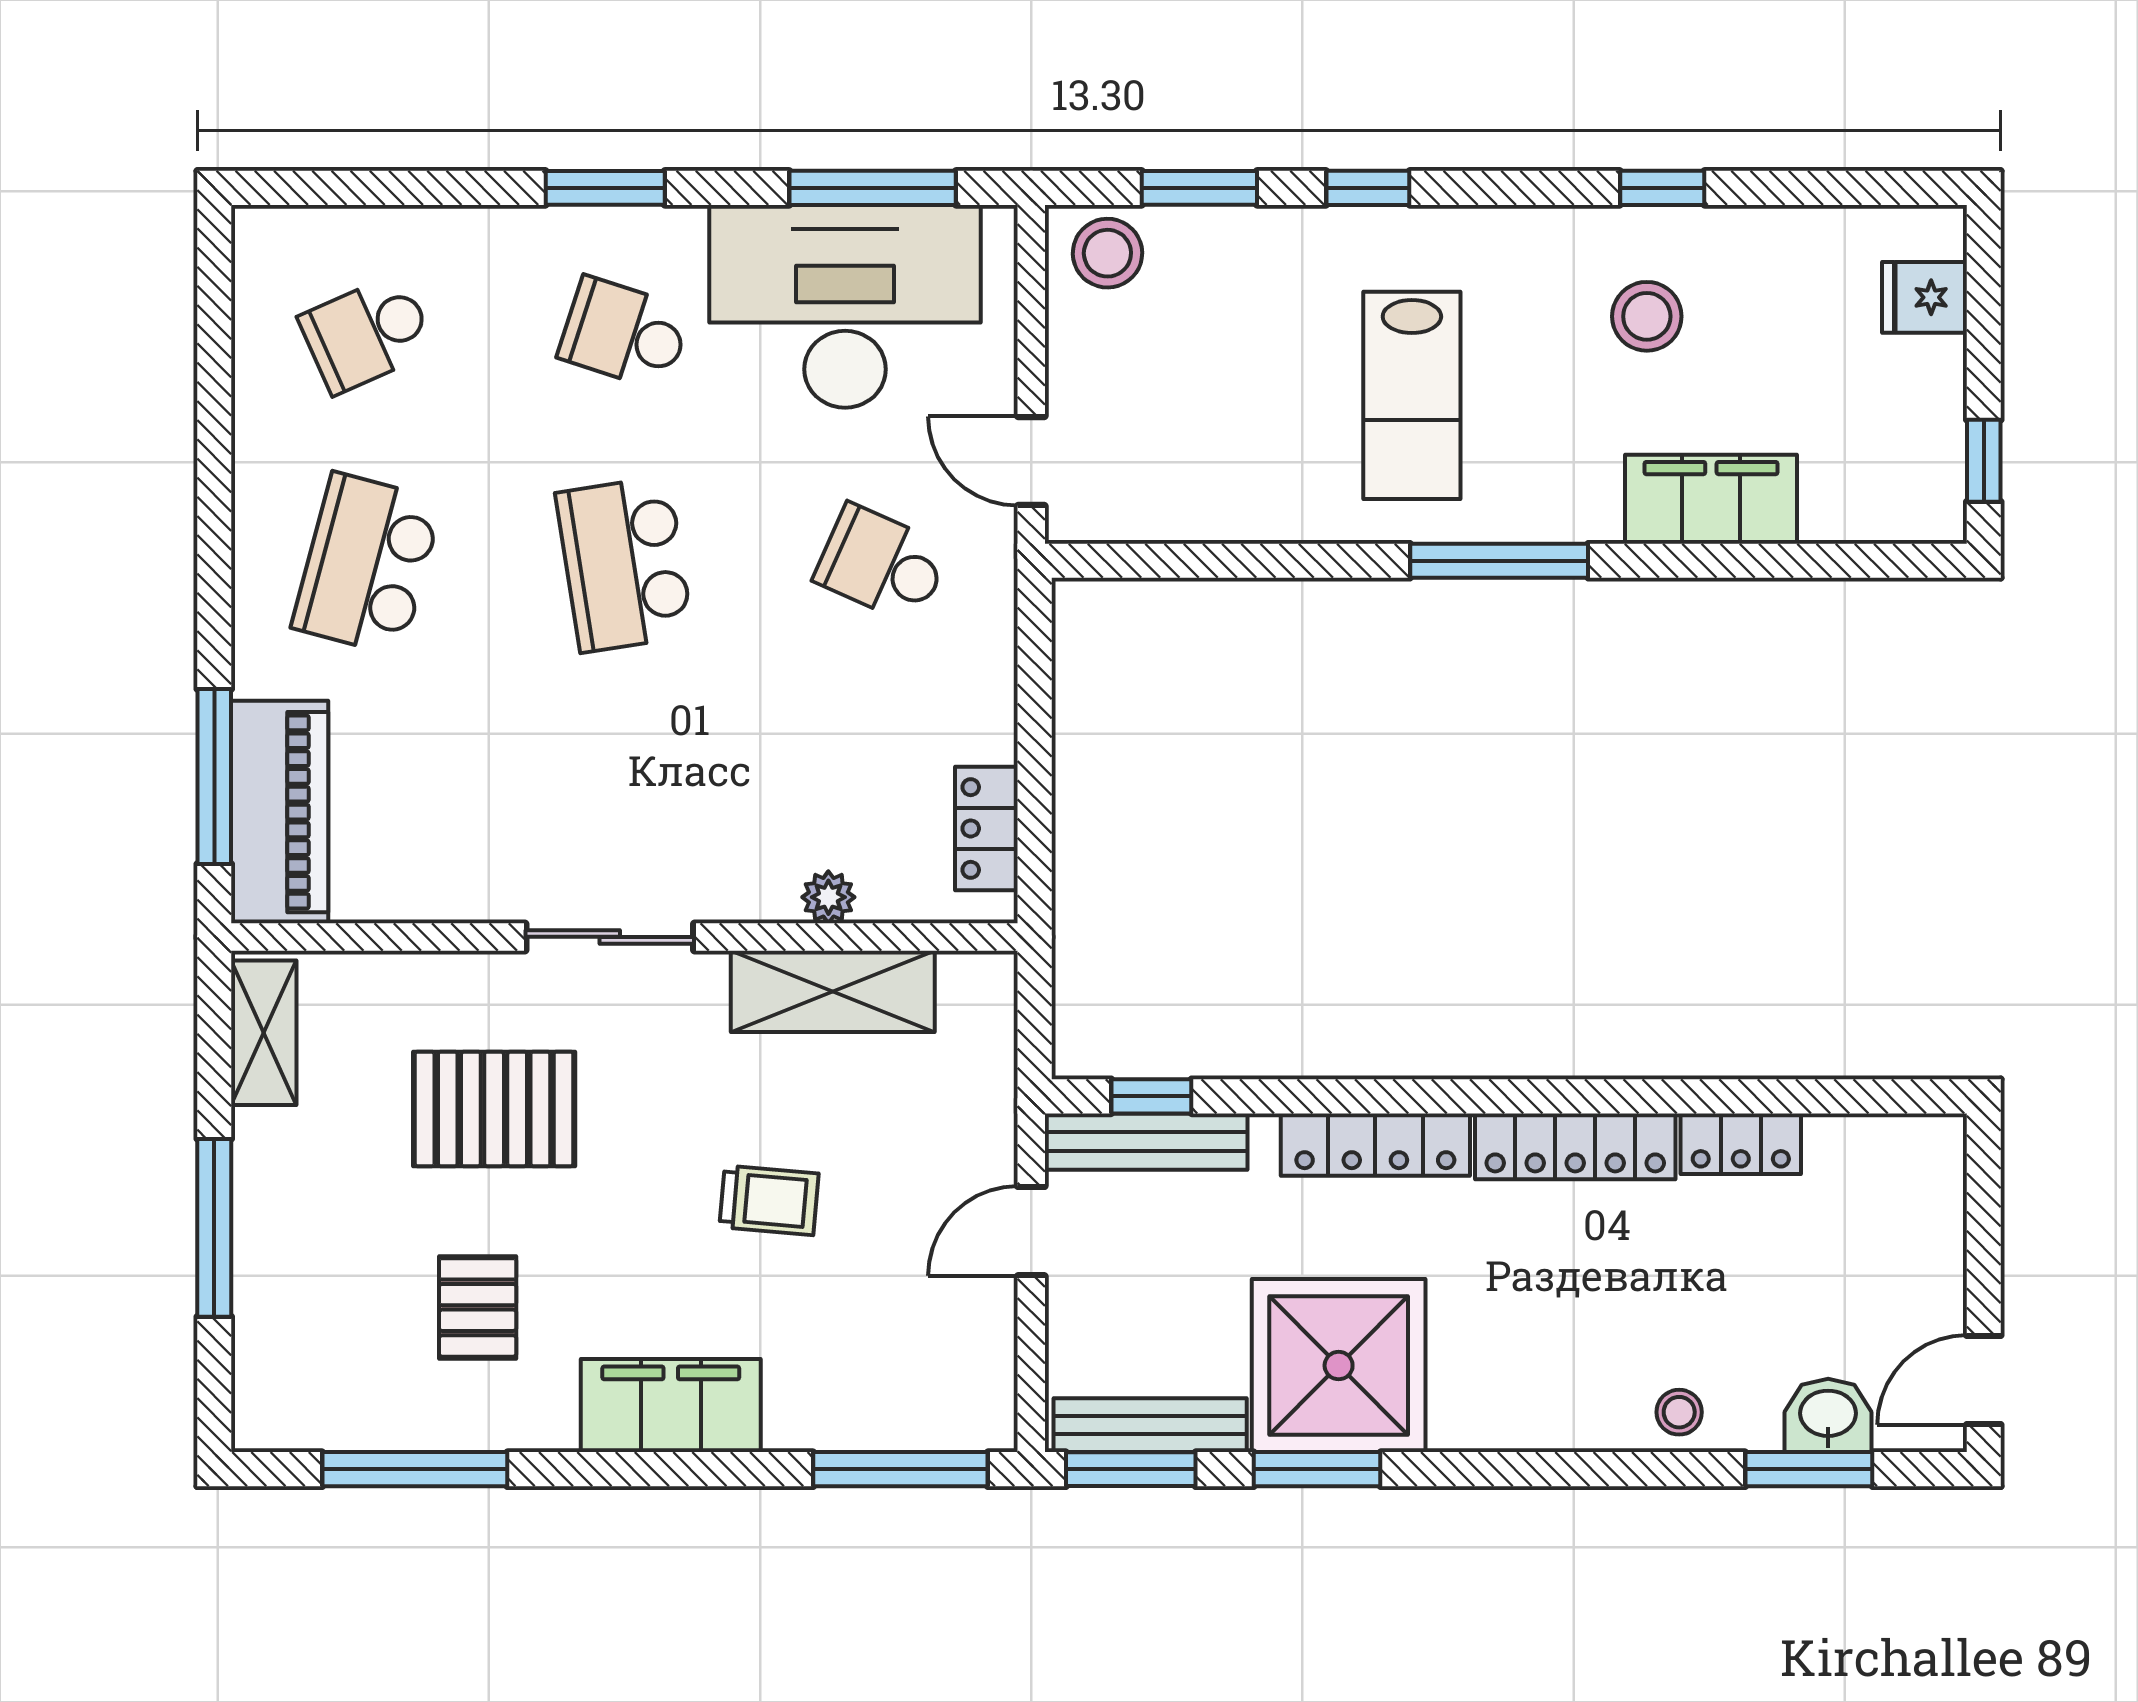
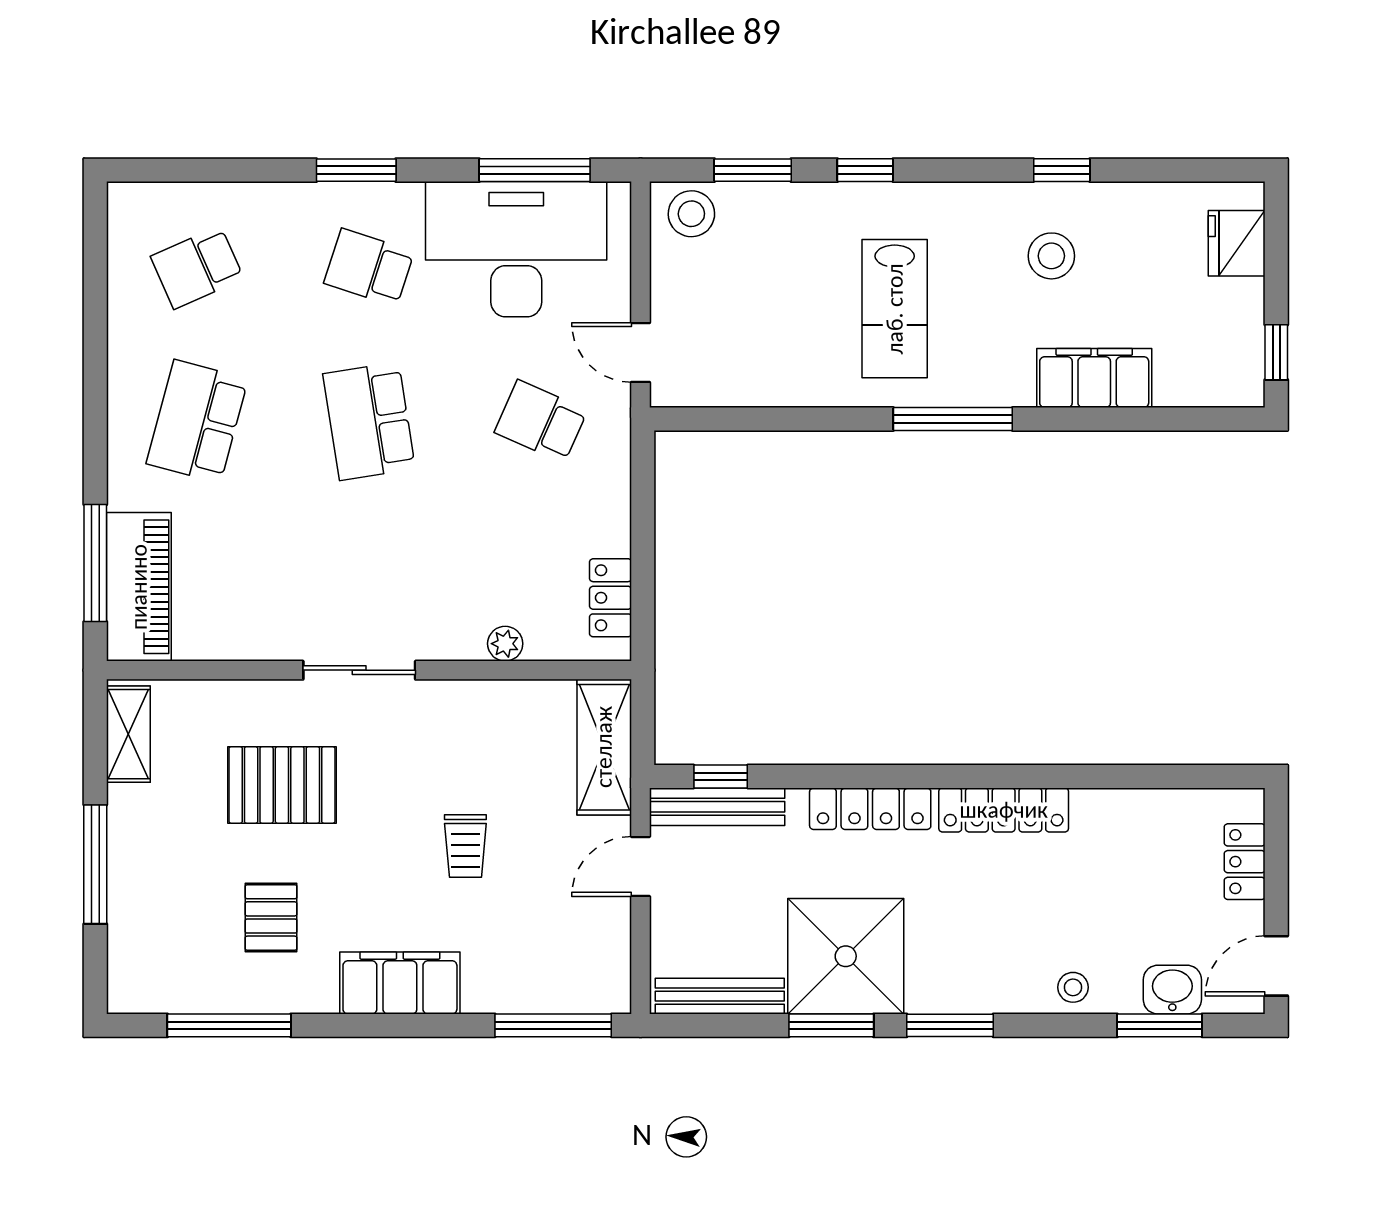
fridge: (1924, 297) -> (1237, 243), width x1.38
shelving: (833, 991) -> (604, 747), moved, turned 90
locker: (1741, 1144) -> (1245, 862), moved, turned 90
trolley: (769, 1200) -> (465, 846), turned 85
window: (1131, 1469) -> (950, 1025), moved

